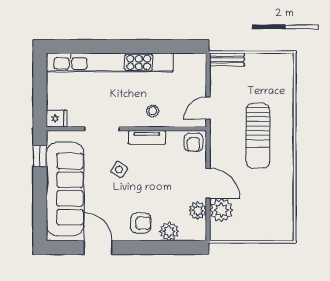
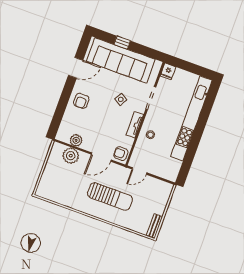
bench: (227, 60) -> (154, 226), moved
door: (208, 108) -> (139, 171), swing flipped
sun lounger: (258, 136) -> (110, 196), turned 180
window: (40, 156) -> (122, 42), moved
door: (208, 183) -> (101, 157), moved
plant: (169, 231) -> (69, 117), removed

